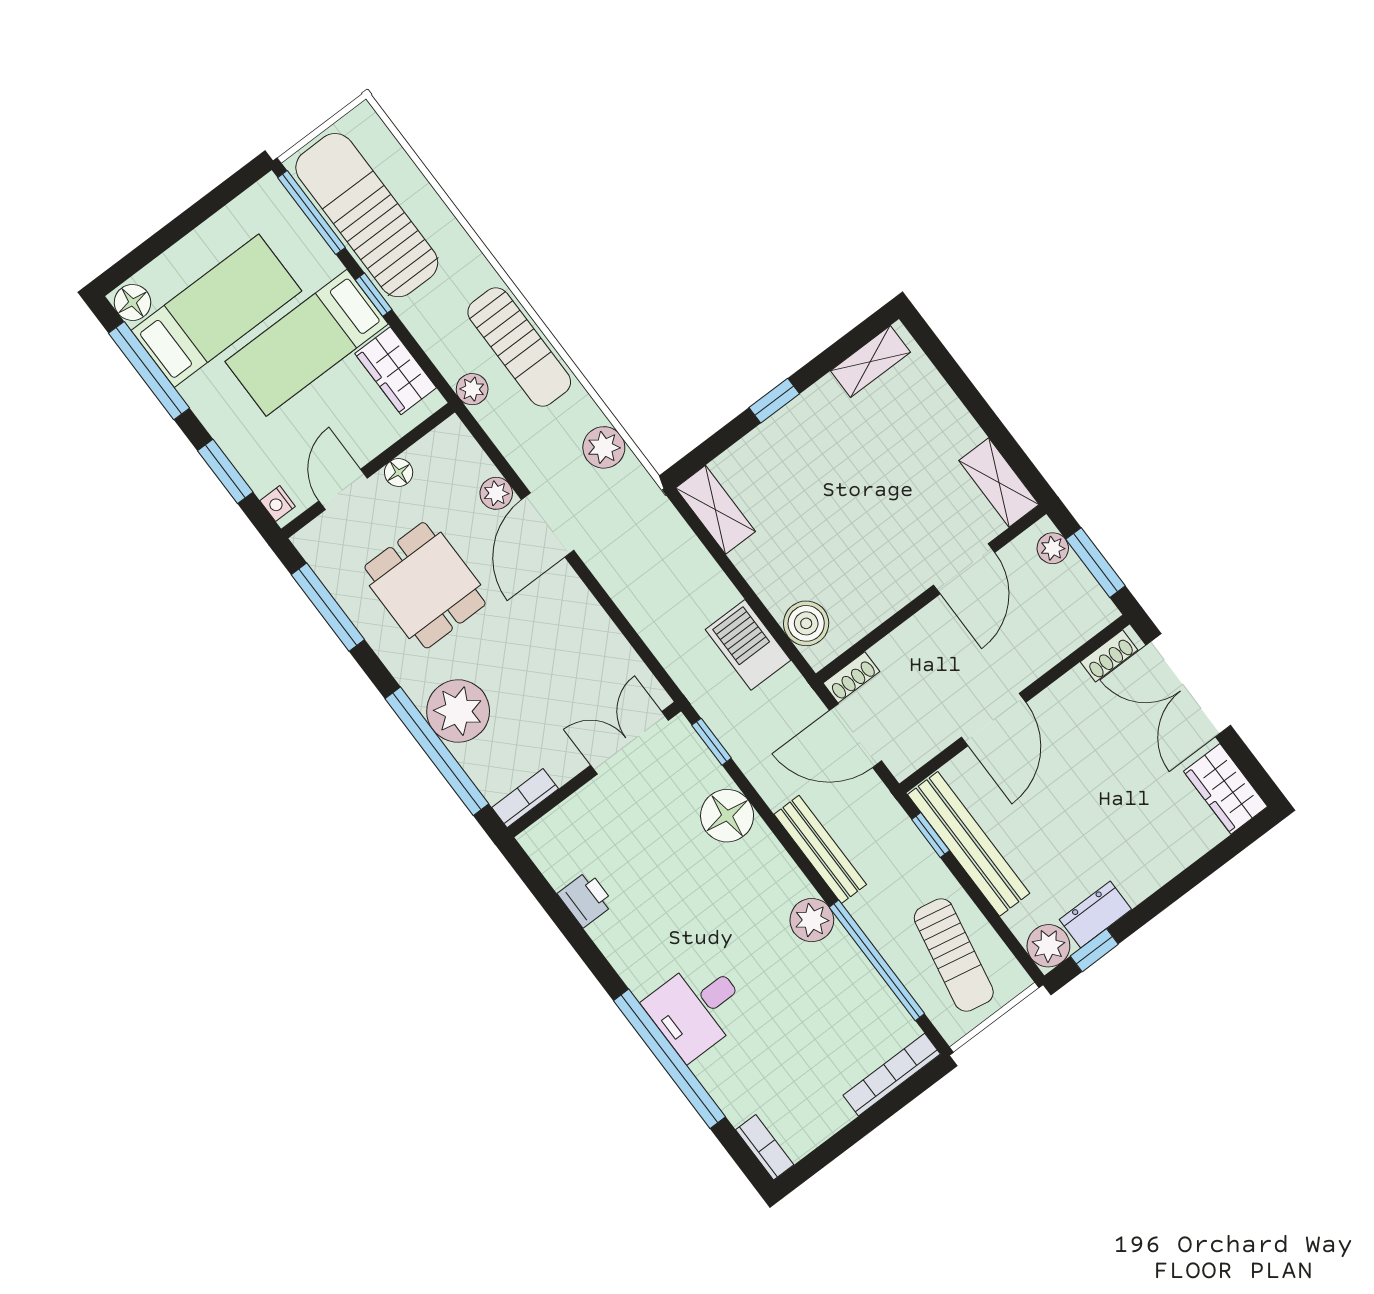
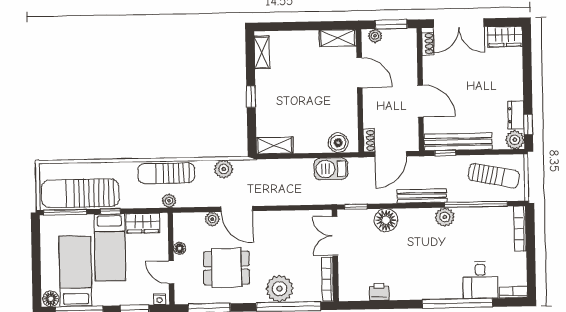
sun lounger: (519, 347) -> (166, 173), turned 180
bookcase: (525, 798) -> (328, 279), width x1.56
desk: (697, 1008) -> (480, 280), moved

